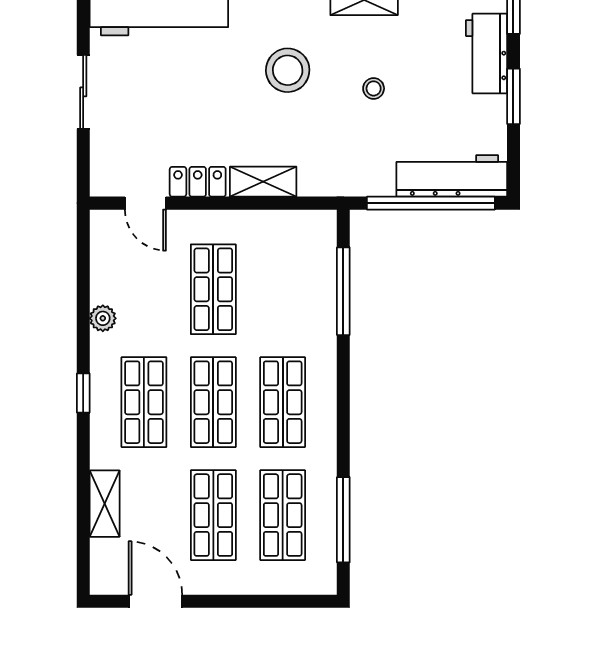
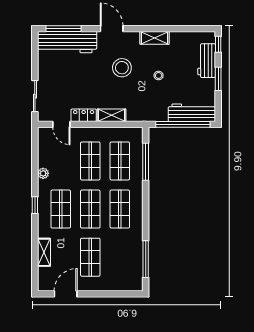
sliding door: (83, 92) -> (35, 96), moved
shop shelf: (283, 515) -> (120, 161), moved
door: (155, 601) -> (66, 294), hinge flipped

